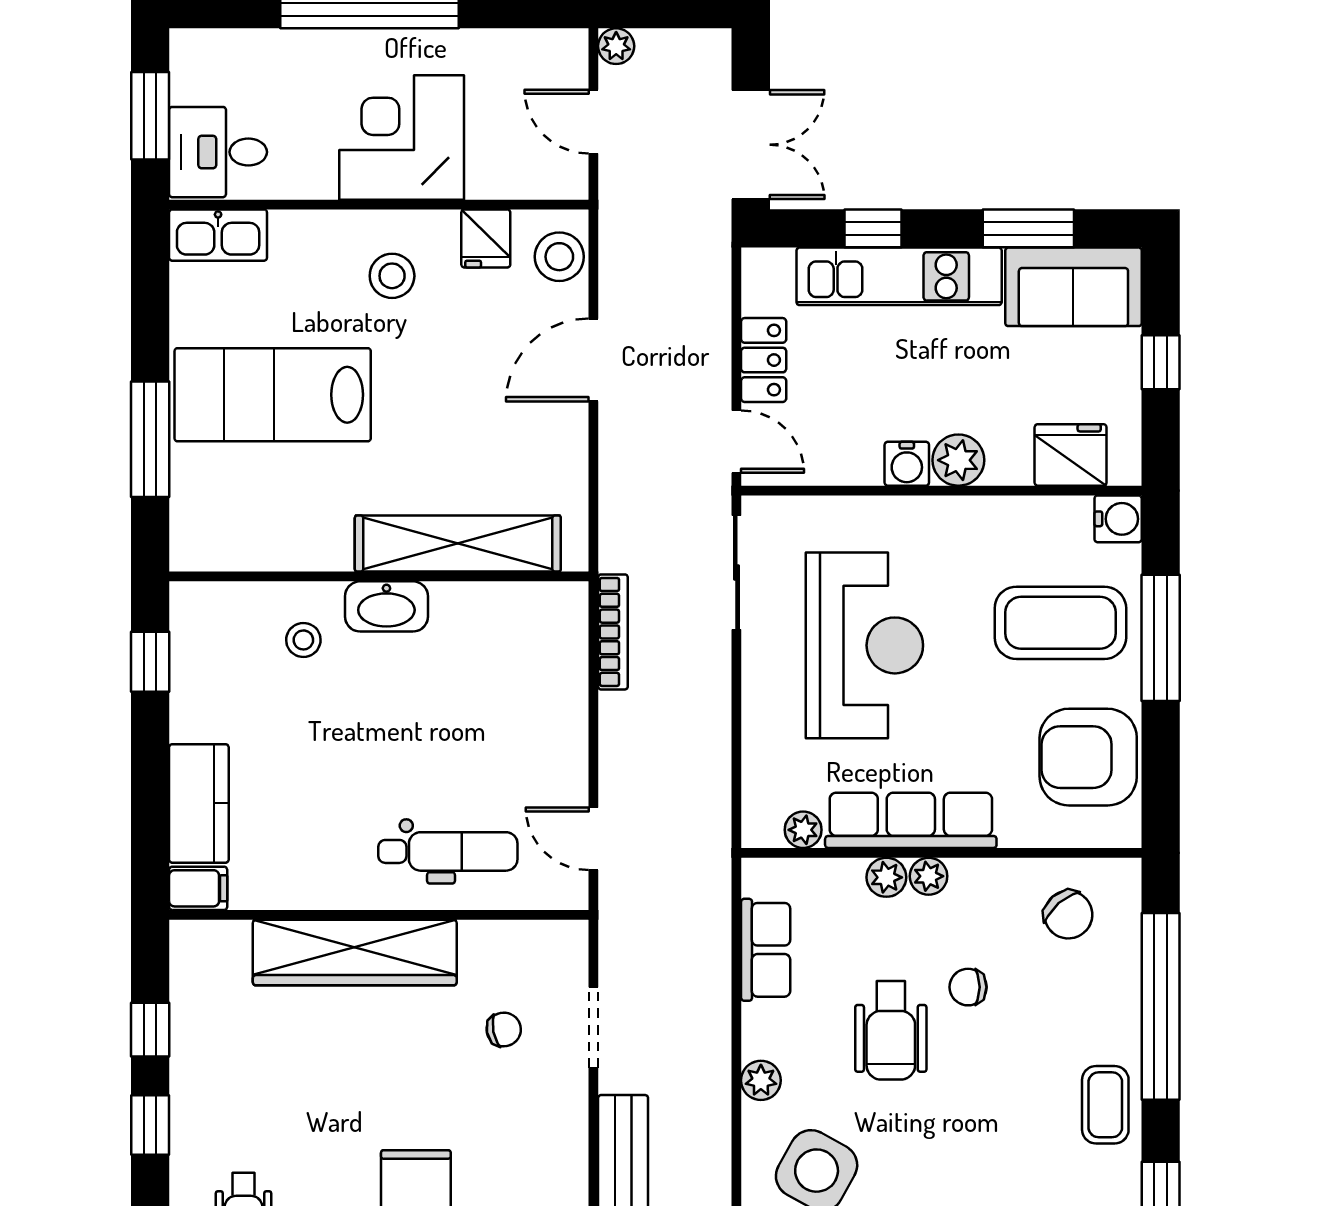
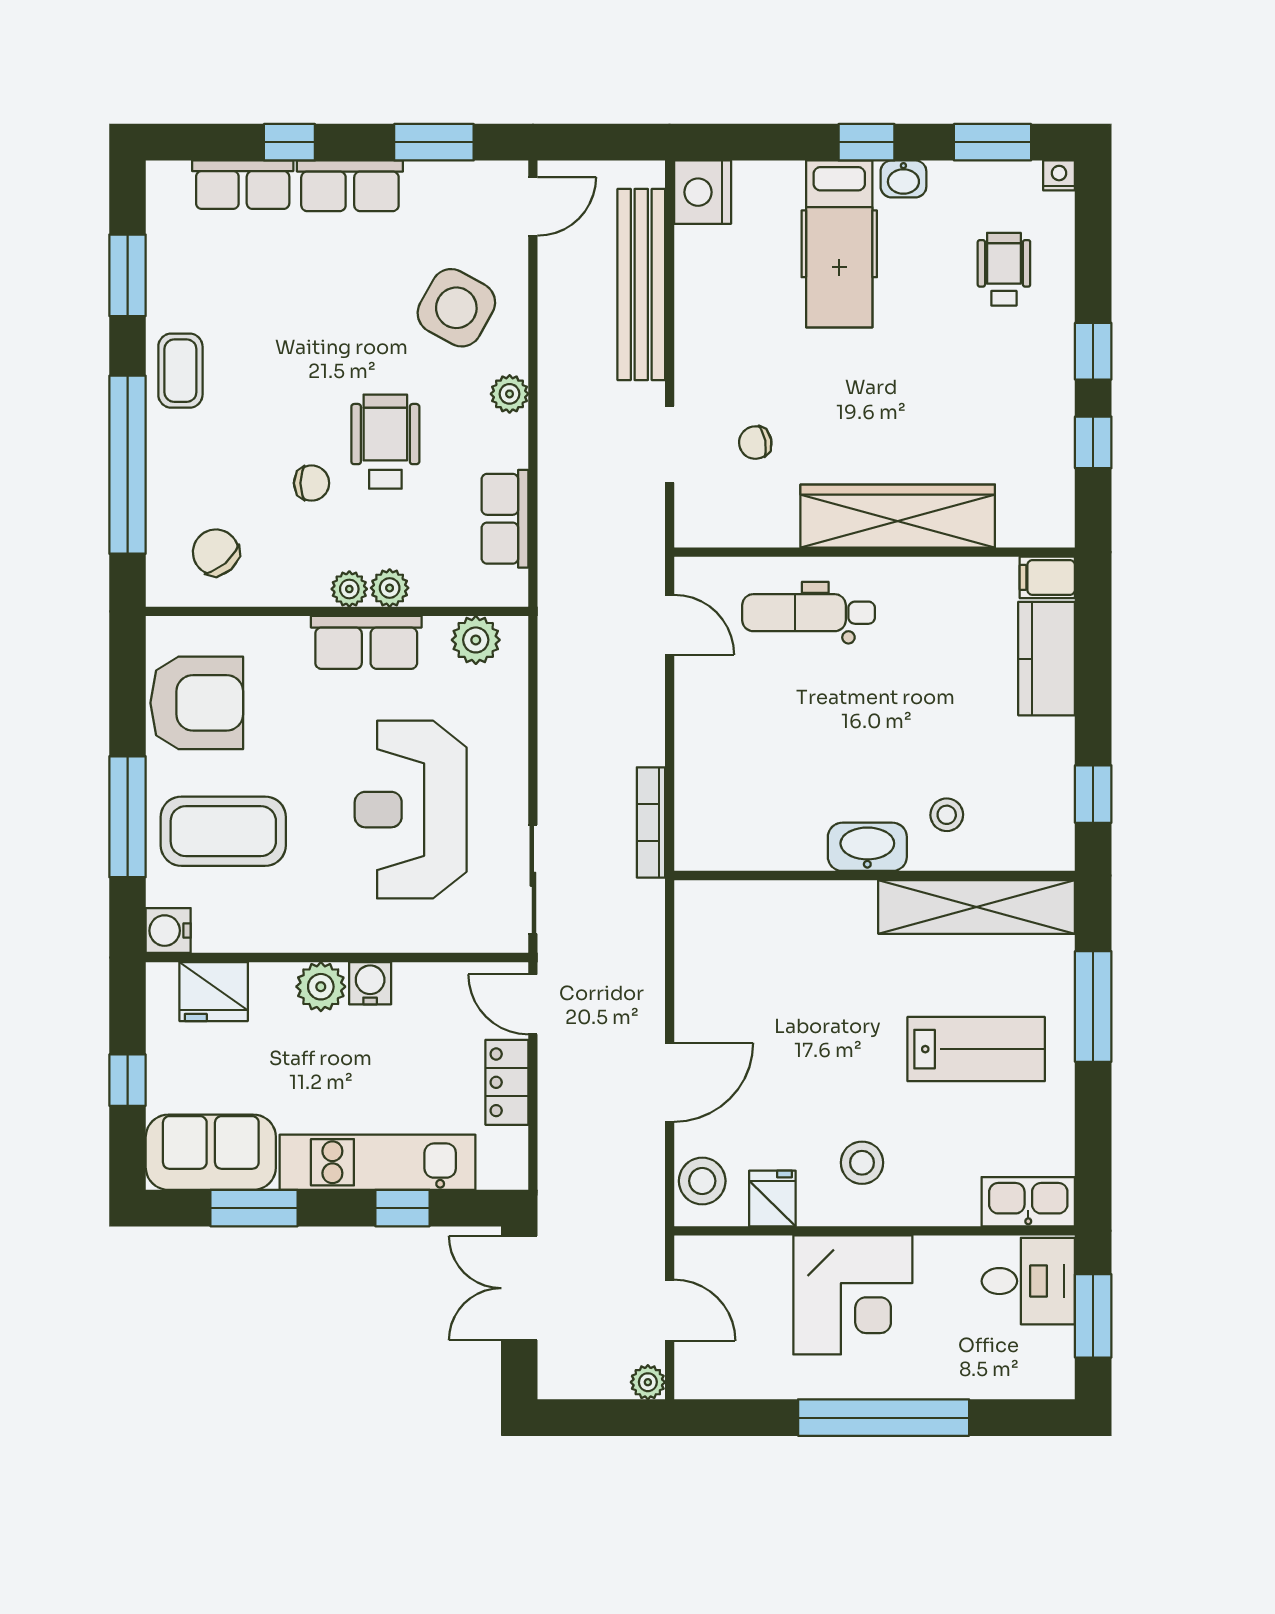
lab bench: (273, 395) -> (976, 1049), width x0.73, depth x0.72
shelving: (458, 544) -> (977, 907), moved
row of seats: (911, 820) -> (366, 642), width x0.68
plant: (803, 830) -> (476, 640), width x1.38, depth x1.38

